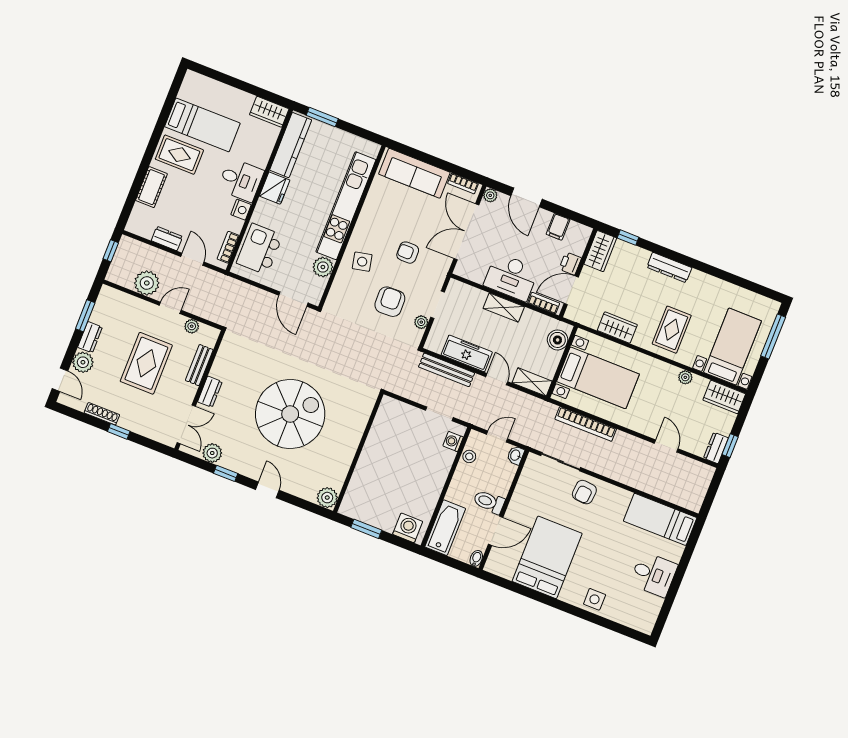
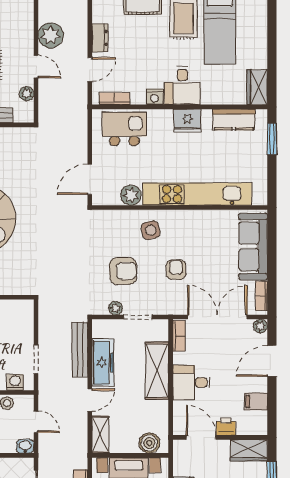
kitchen counter: (291, 145) -> (234, 120), width x0.67
desk: (511, 277) -> (191, 382), width x0.73
bookcase: (544, 303) -> (179, 336), moved
shelving: (504, 307) -> (157, 371), width x1.50, depth x1.33

